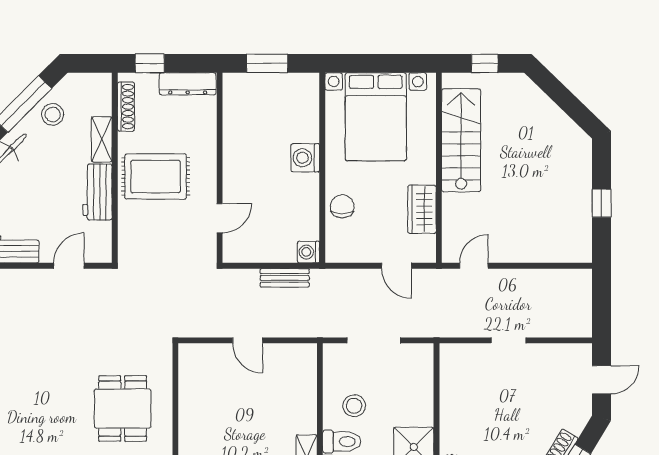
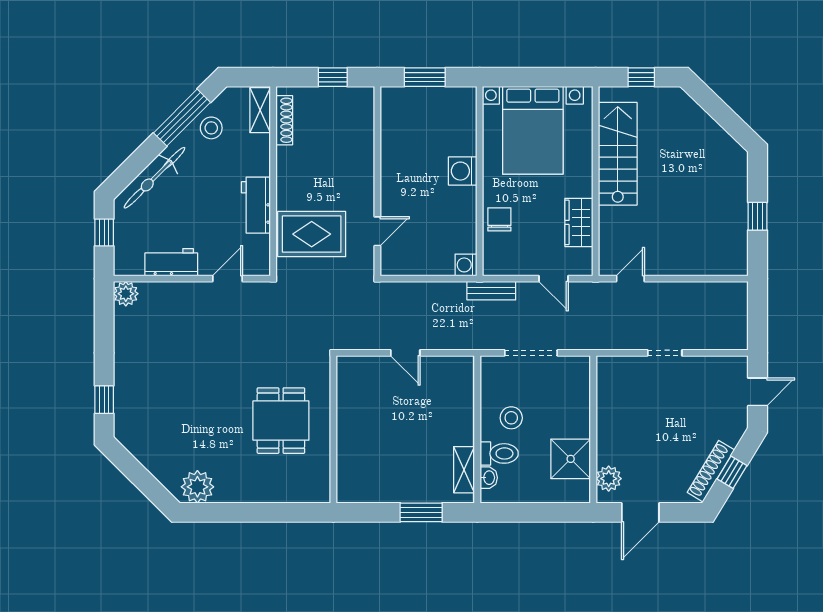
window: (150, 63) -> (333, 77), moved
dresser: (188, 84) -> (346, 97), removed
shelving: (102, 139) -> (260, 110), moved
rug: (156, 176) -> (312, 234), moved
bench: (285, 278) -> (491, 291), moved

